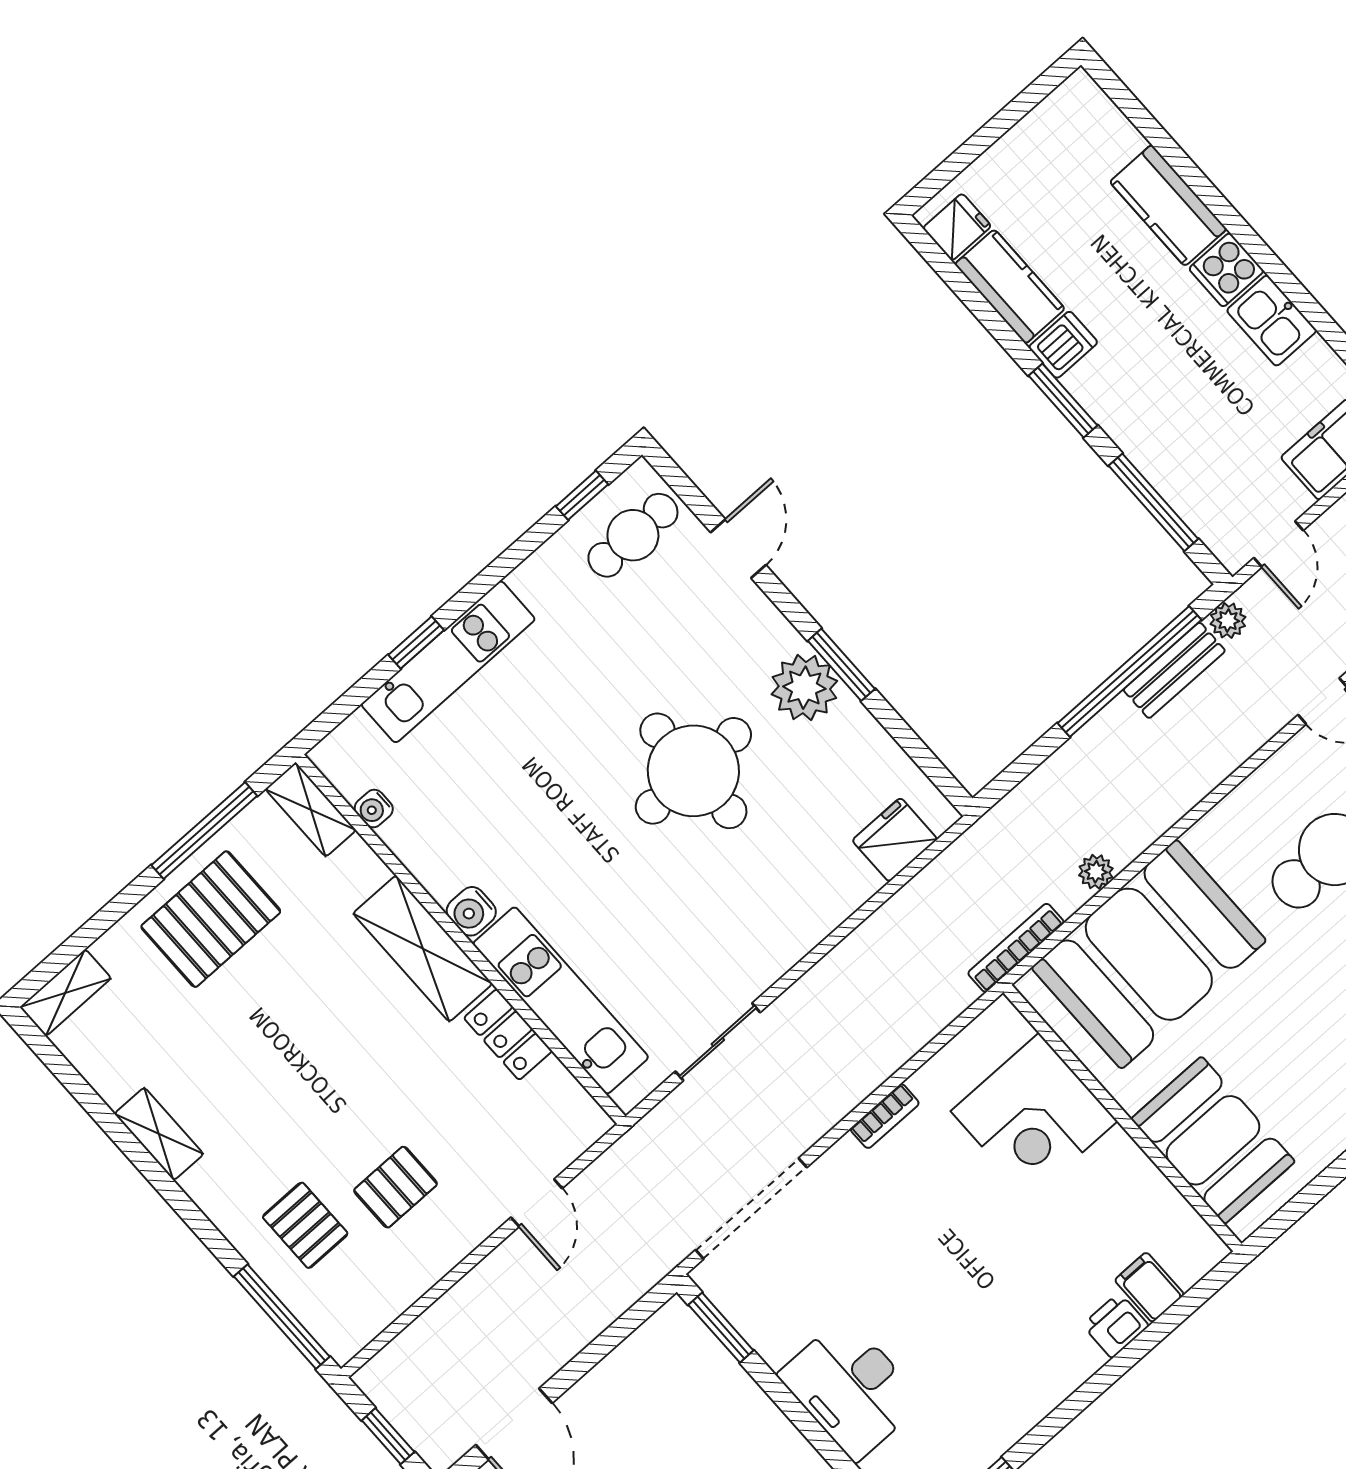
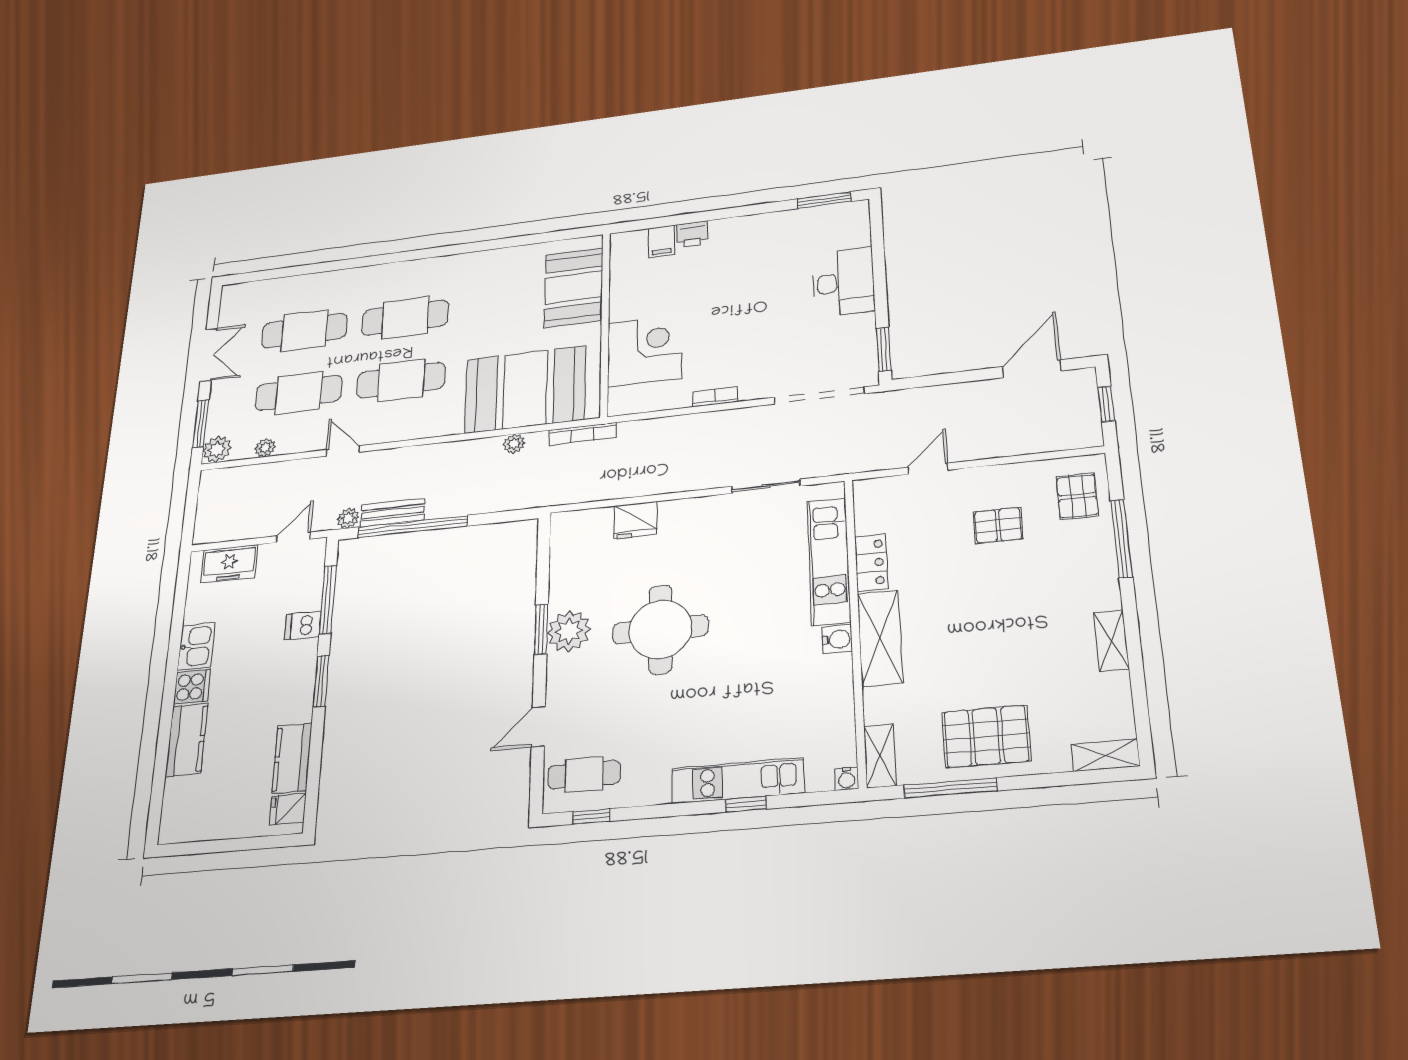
dishwasher: (1063, 345) -> (303, 625), moved
water cooler: (374, 808) -> (847, 779), moved, turned 90
fridge: (895, 840) -> (635, 520), moved
pallet: (305, 1225) -> (1077, 496), moved
window: (282, 1317) -> (1121, 539), moved

